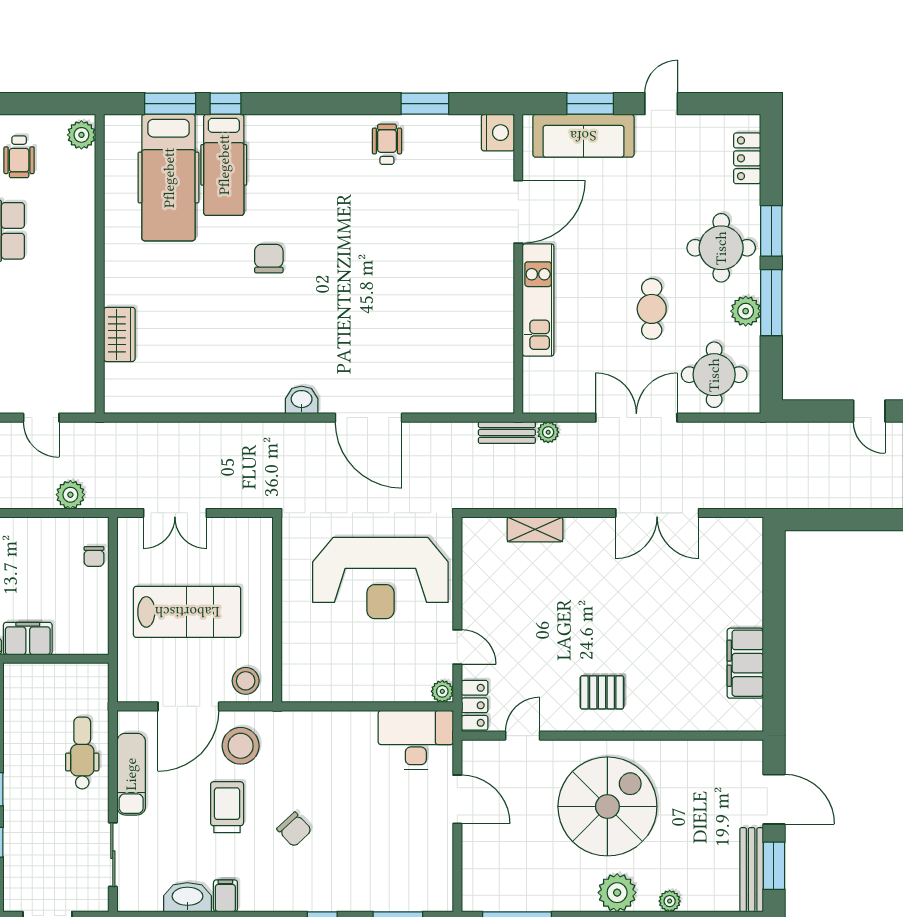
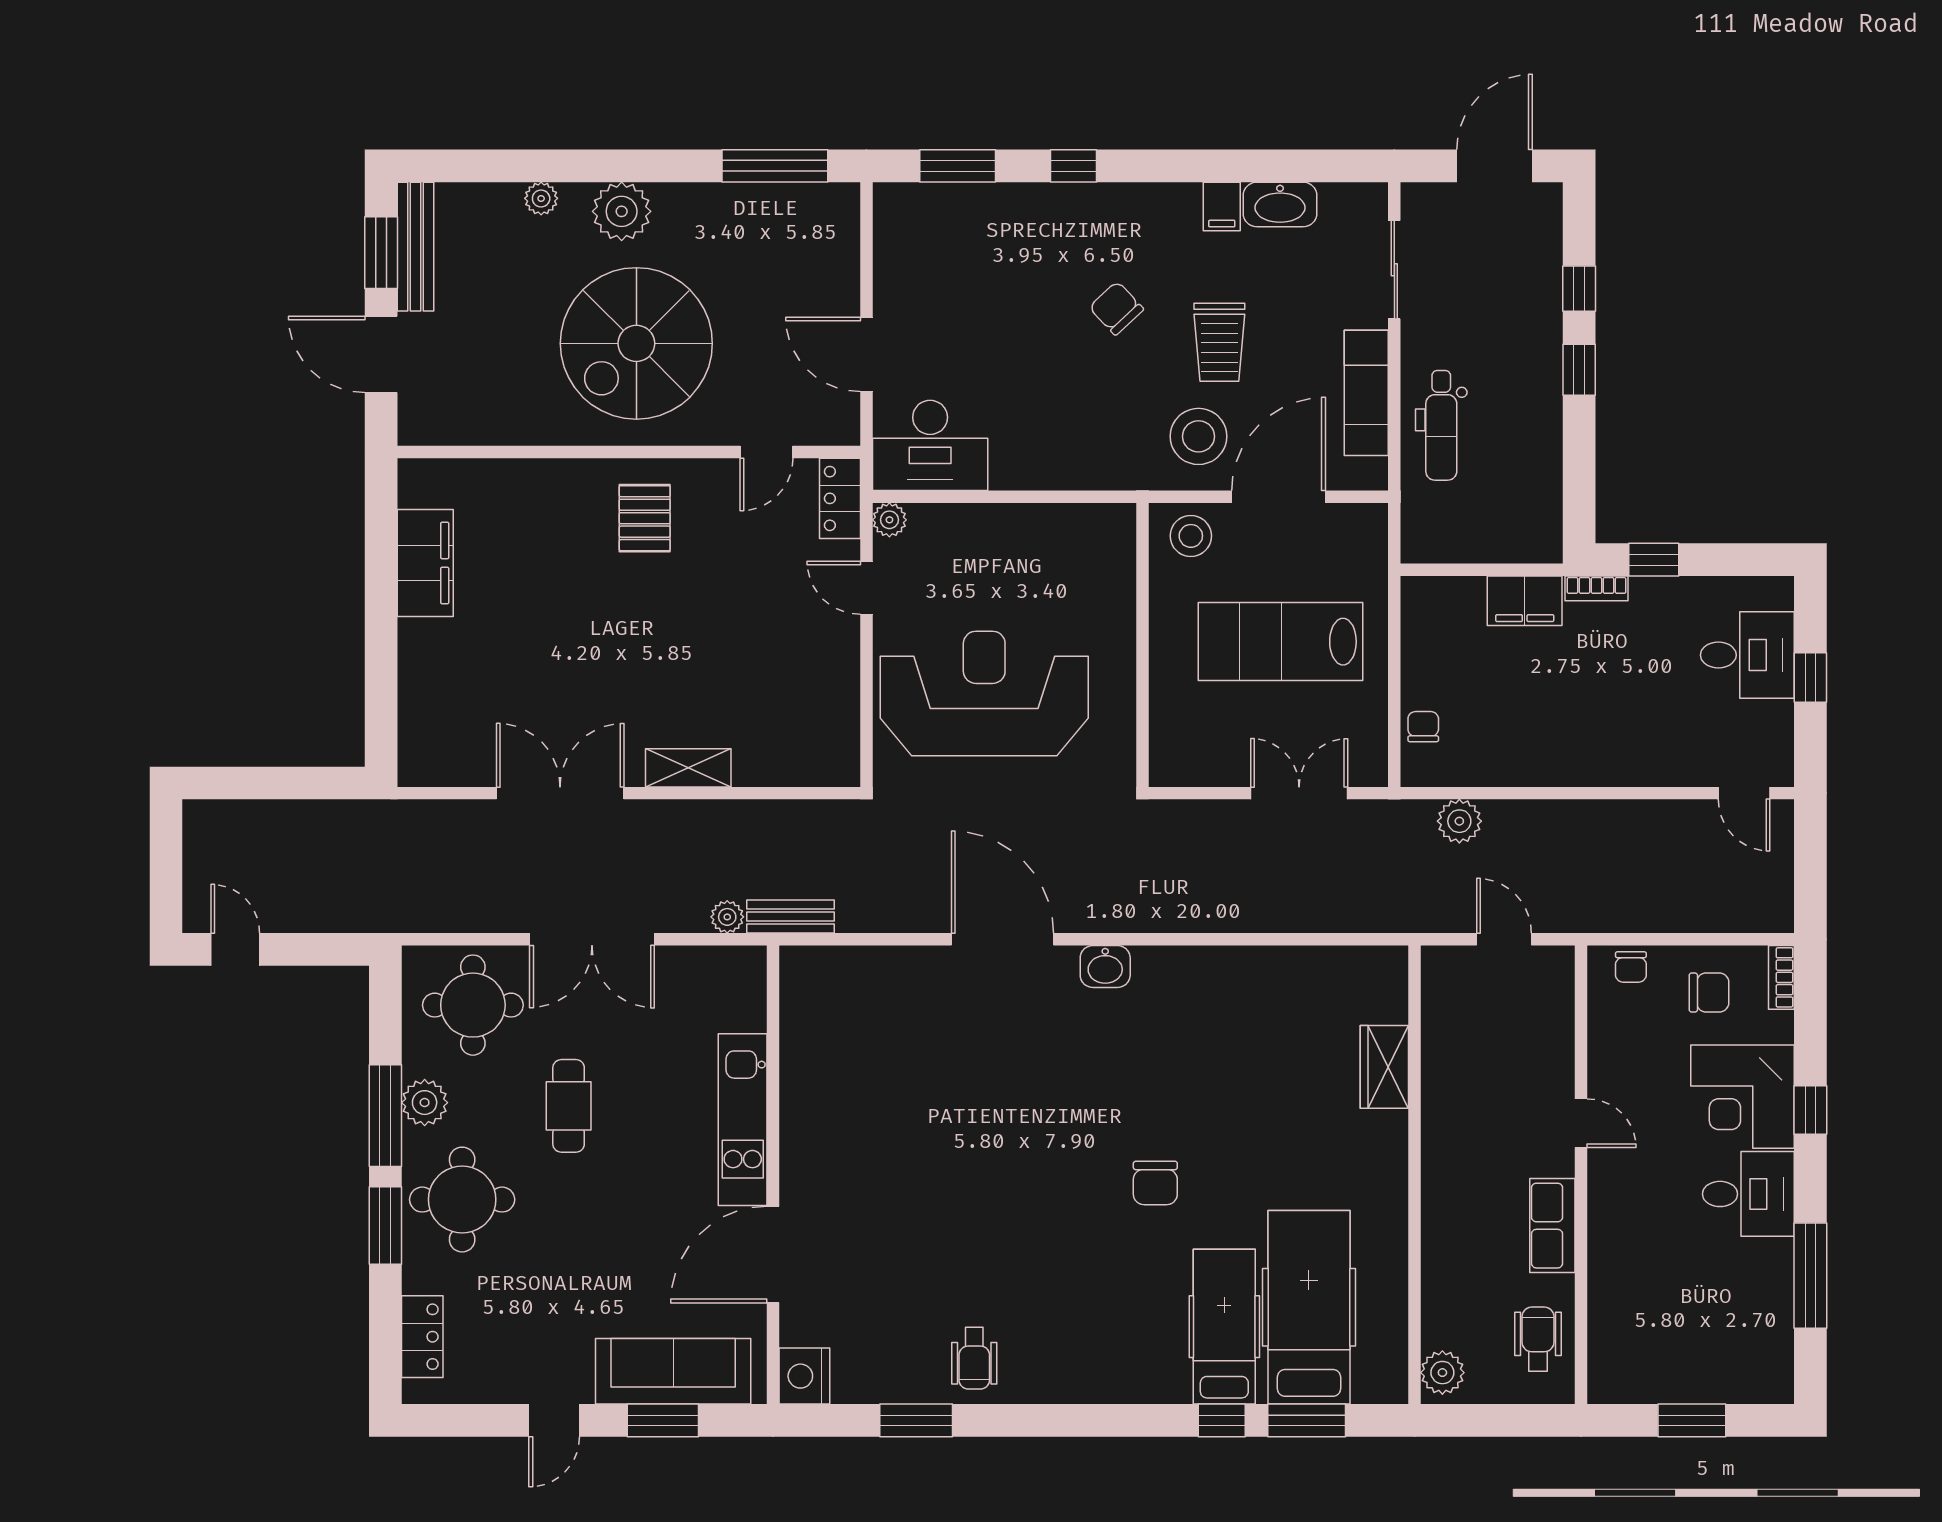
shelving: (535, 529) -> (688, 768), moved
pallet: (602, 692) -> (645, 518), turned 90

